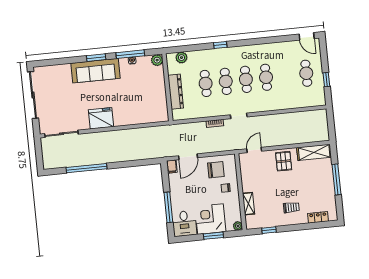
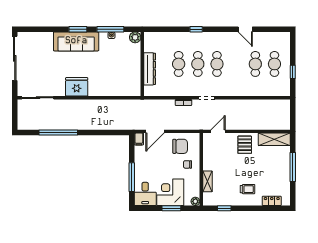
door: (307, 36) -> (245, 29), moved
plant: (181, 58) -> (158, 37), removed
cafe table: (266, 77) -> (255, 64), moved

